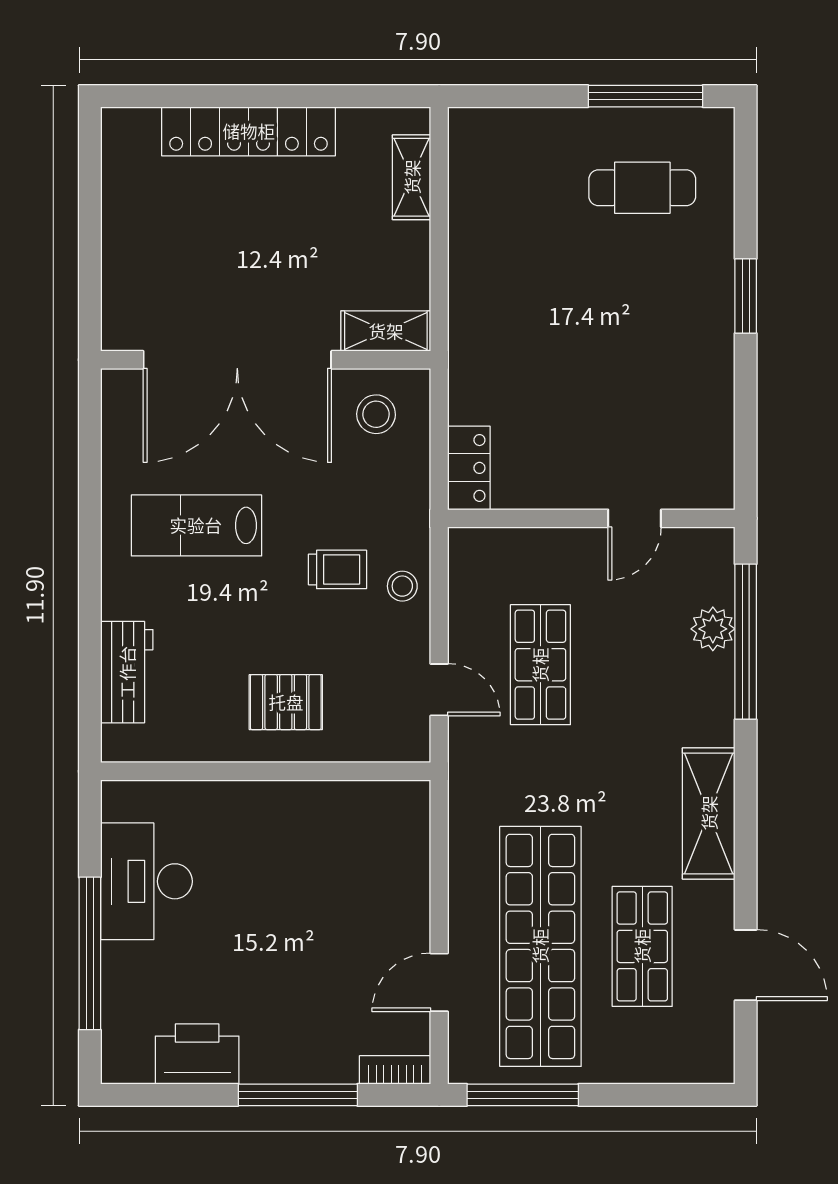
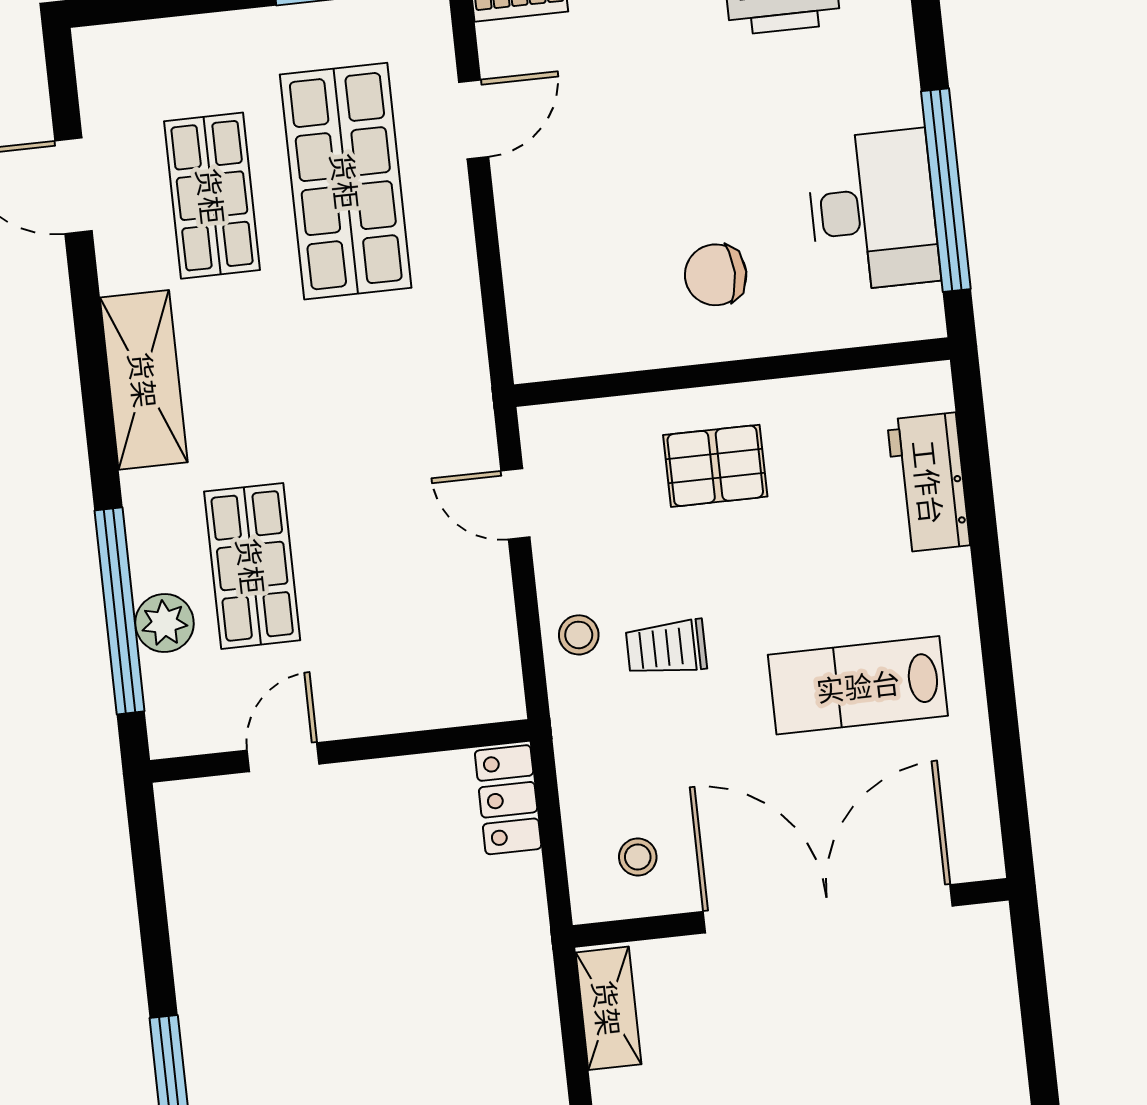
shelving: (386, 331) -> (608, 1008), moved, turned 90
stool: (376, 414) -> (638, 857), width x0.73, depth x0.73
lab bench: (196, 525) -> (858, 685), turned 180
shop shelf: (540, 665) -> (252, 566), moved
chair: (270, 846) -> (716, 275), added
shop shelf: (540, 946) -> (346, 181), width x0.71
window: (90, 953) -> (946, 190), moved

